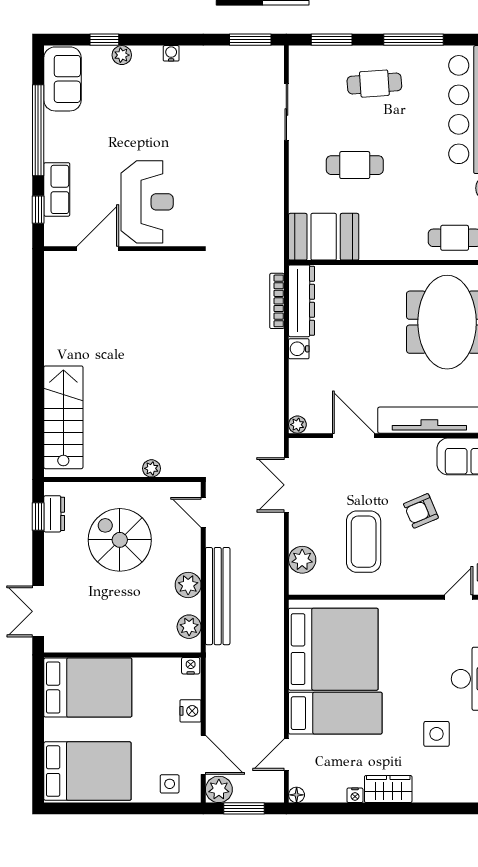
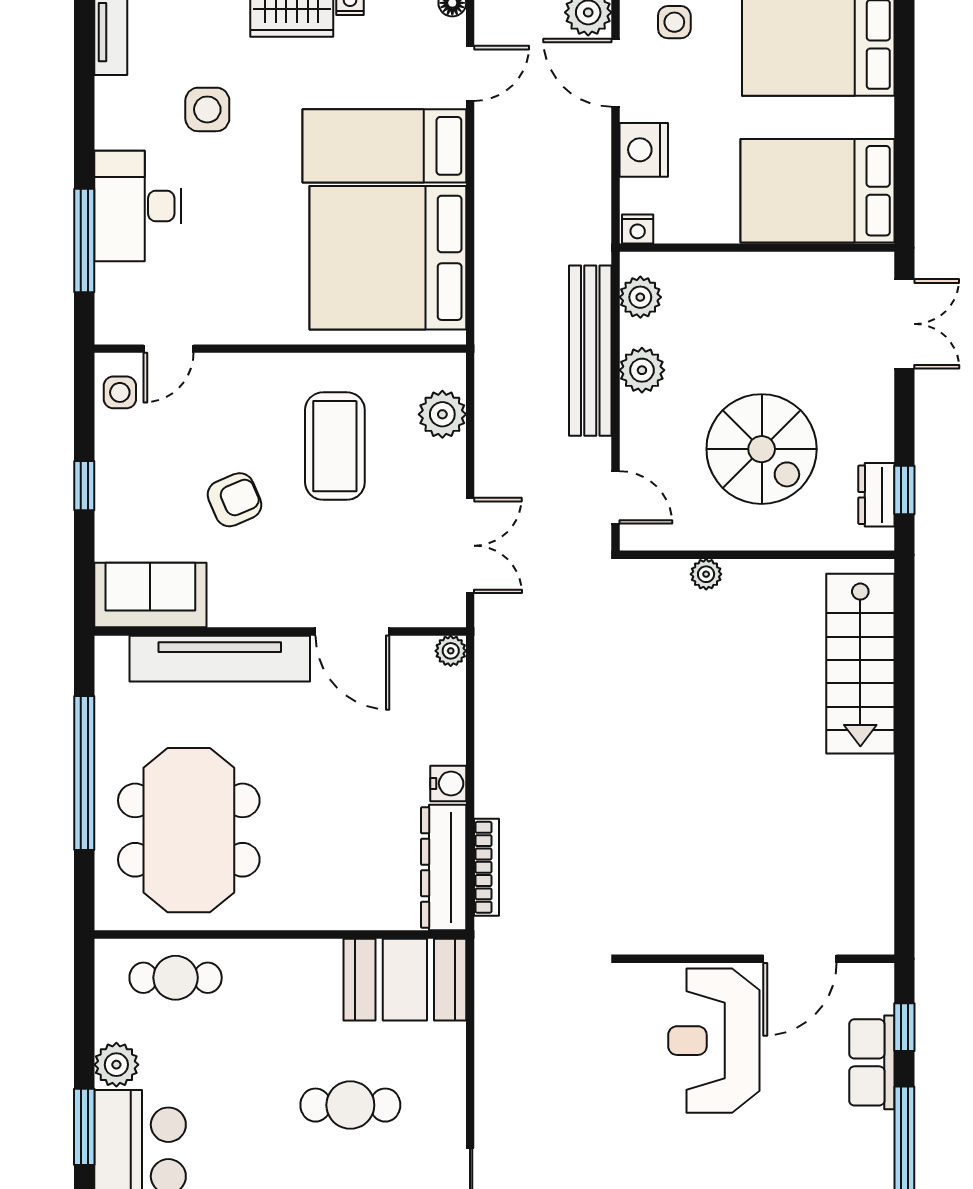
nightstand: (191, 711) -> (644, 150), width x1.36, depth x1.33

